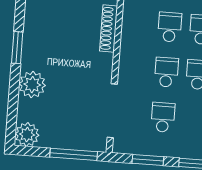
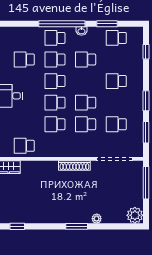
shoe rack: (109, 29) -> (74, 165), moved
plant: (32, 85) -> (97, 219), width x0.53, depth x0.53

